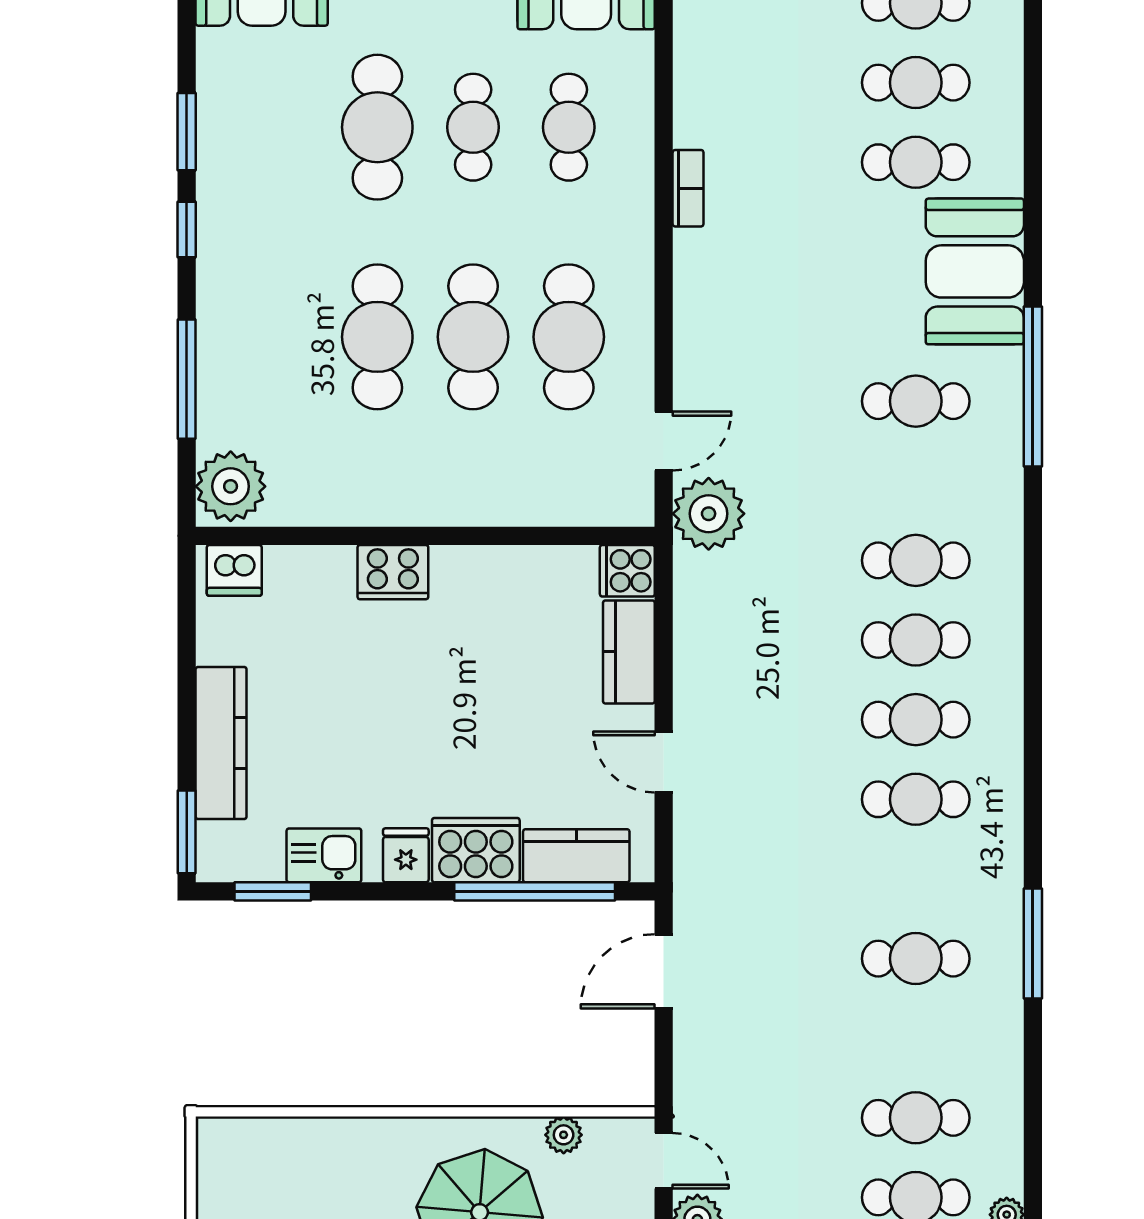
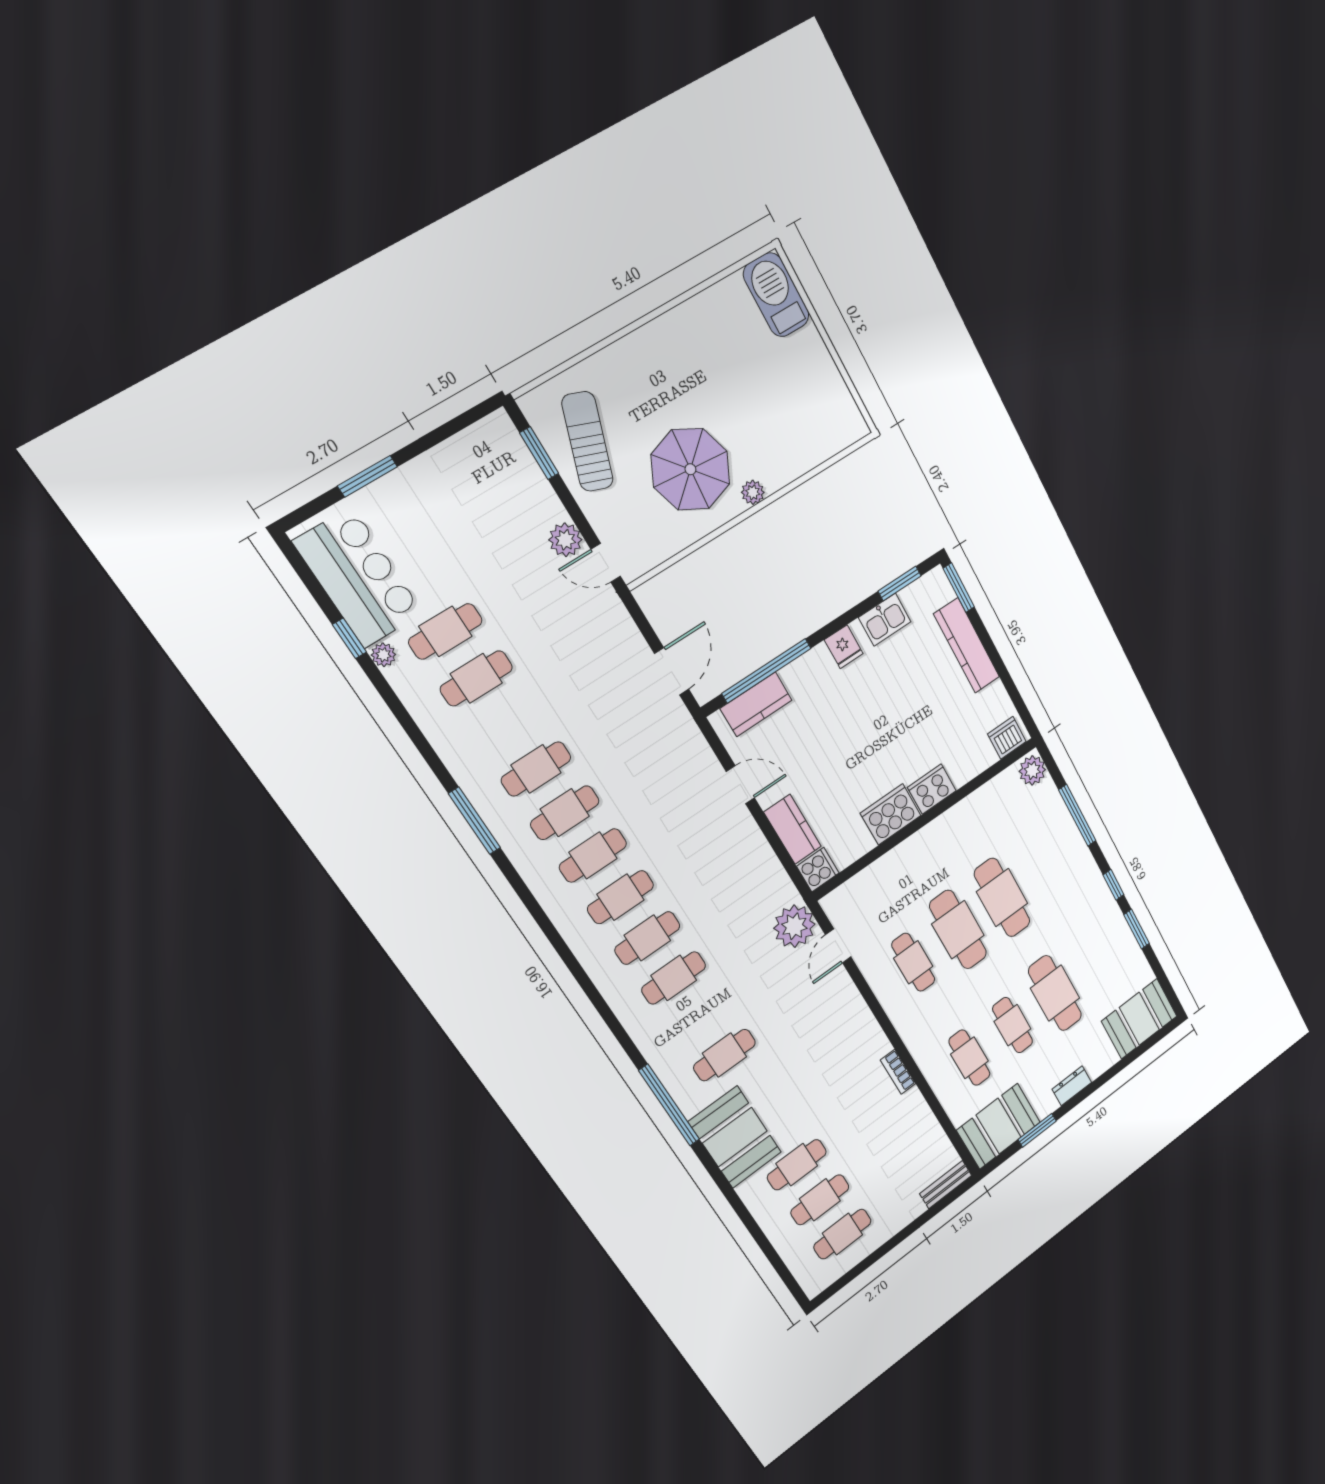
cafe table: (569, 337) -> (913, 962), width x0.73, depth x0.74
plant: (231, 486) -> (1032, 770), width x0.73, depth x0.73
cooker: (476, 850) -> (891, 814), moved, turned 180
cafe table: (916, 879) -> (565, 813), added
plant: (564, 1135) -> (753, 492), moved

